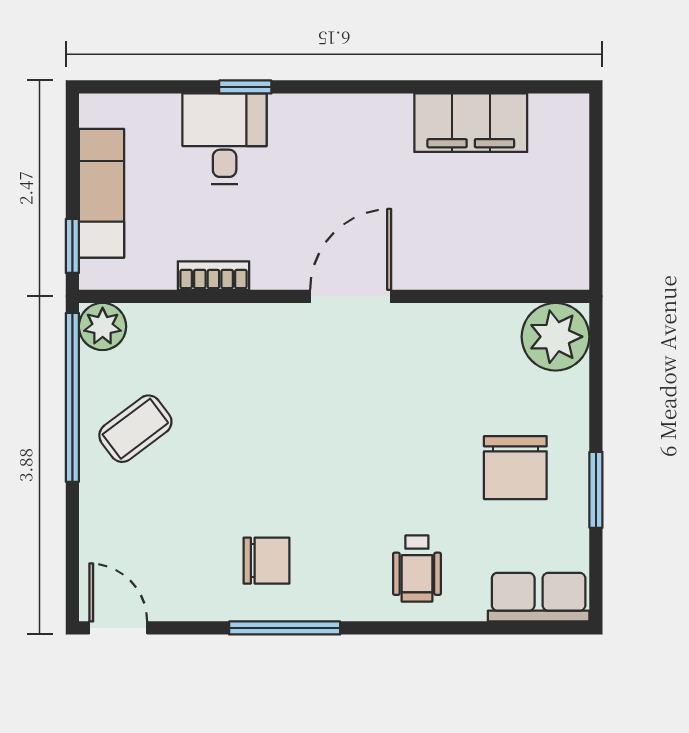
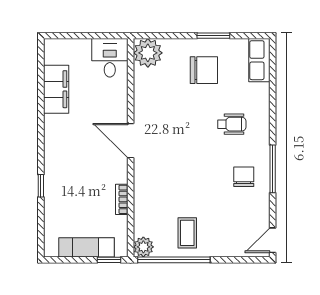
desk: (225, 139) -> (110, 58), moved, turned 90
coffee table: (135, 429) -> (187, 233), turned 37
wheelchair: (417, 568) -> (232, 124), moved

